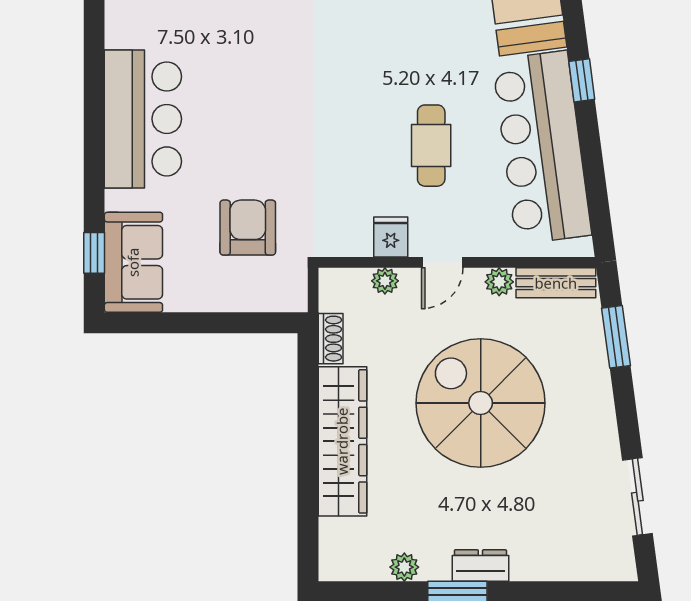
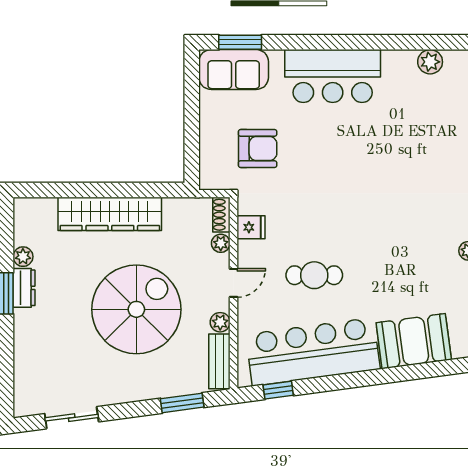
window: (582, 80) -> (278, 390), moved
fridge: (391, 237) -> (251, 227), moved
window: (94, 253) -> (240, 42), width x1.50
door: (442, 262) -> (234, 283), swing flipped
shoe rack: (331, 339) -> (221, 215), moved, turned 90
dresser: (480, 566) -> (24, 288), moved

